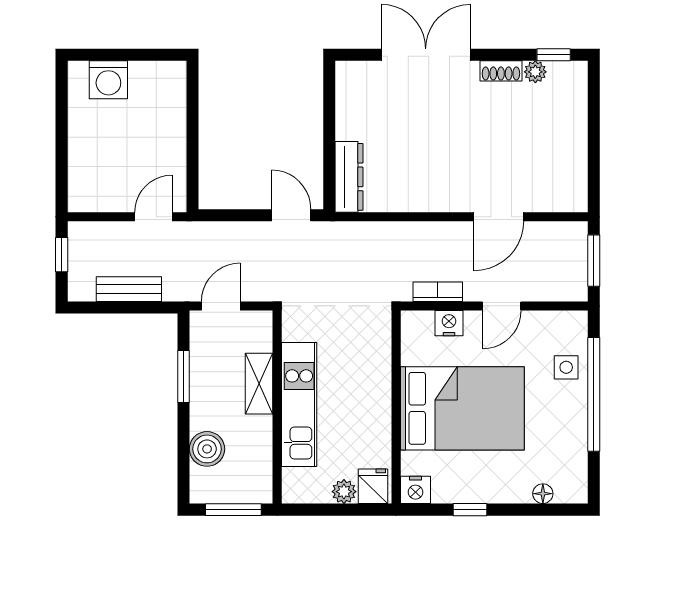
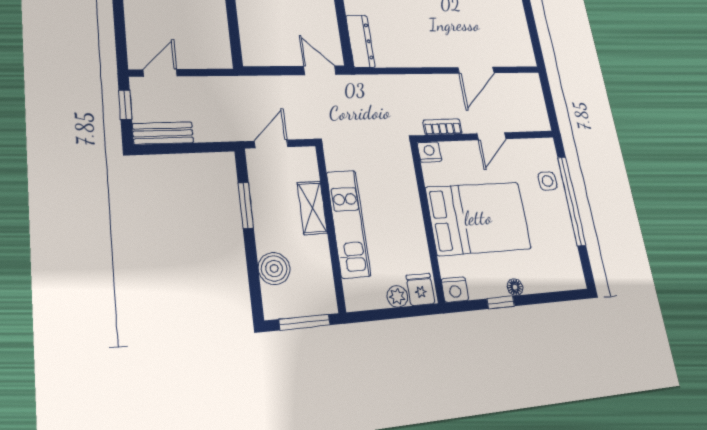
door: (154, 217) -> (160, 73), moved
window: (594, 261) -> (549, 101), removed
bench: (129, 289) -> (163, 133), moved
nightstand: (449, 323) -> (429, 152), moved
floor lamp: (543, 494) -> (515, 287), moved

